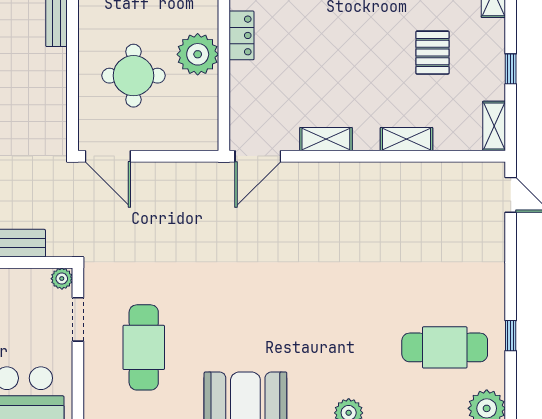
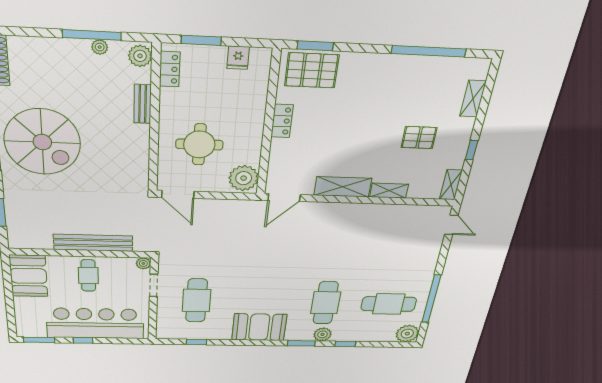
pallet: (432, 53) -> (419, 138), turned 90
plant: (198, 54) -> (244, 178), moved
shelving: (326, 139) -> (343, 187), width x1.50, depth x1.33
window: (511, 336) -> (431, 299), width x3.17
cafe table: (344, 347) -> (326, 303), added

